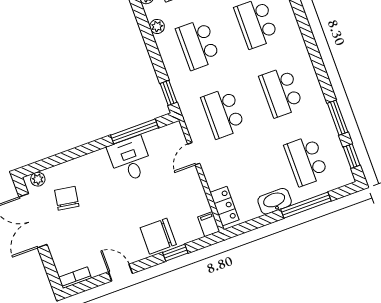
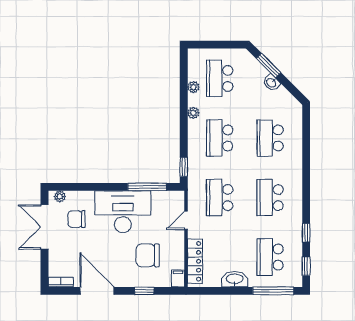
window: (338, 118) -> (306, 233), width x0.67
desk: (130, 159) -> (123, 212), width x1.87, depth x1.30
chair: (67, 198) -> (77, 219), turned -99
window: (306, 205) -> (273, 291), moved
locker: (224, 206) -> (195, 261), width x1.53
chair: (158, 236) -> (148, 255), moved
door: (120, 273) -> (97, 291), width x1.88

